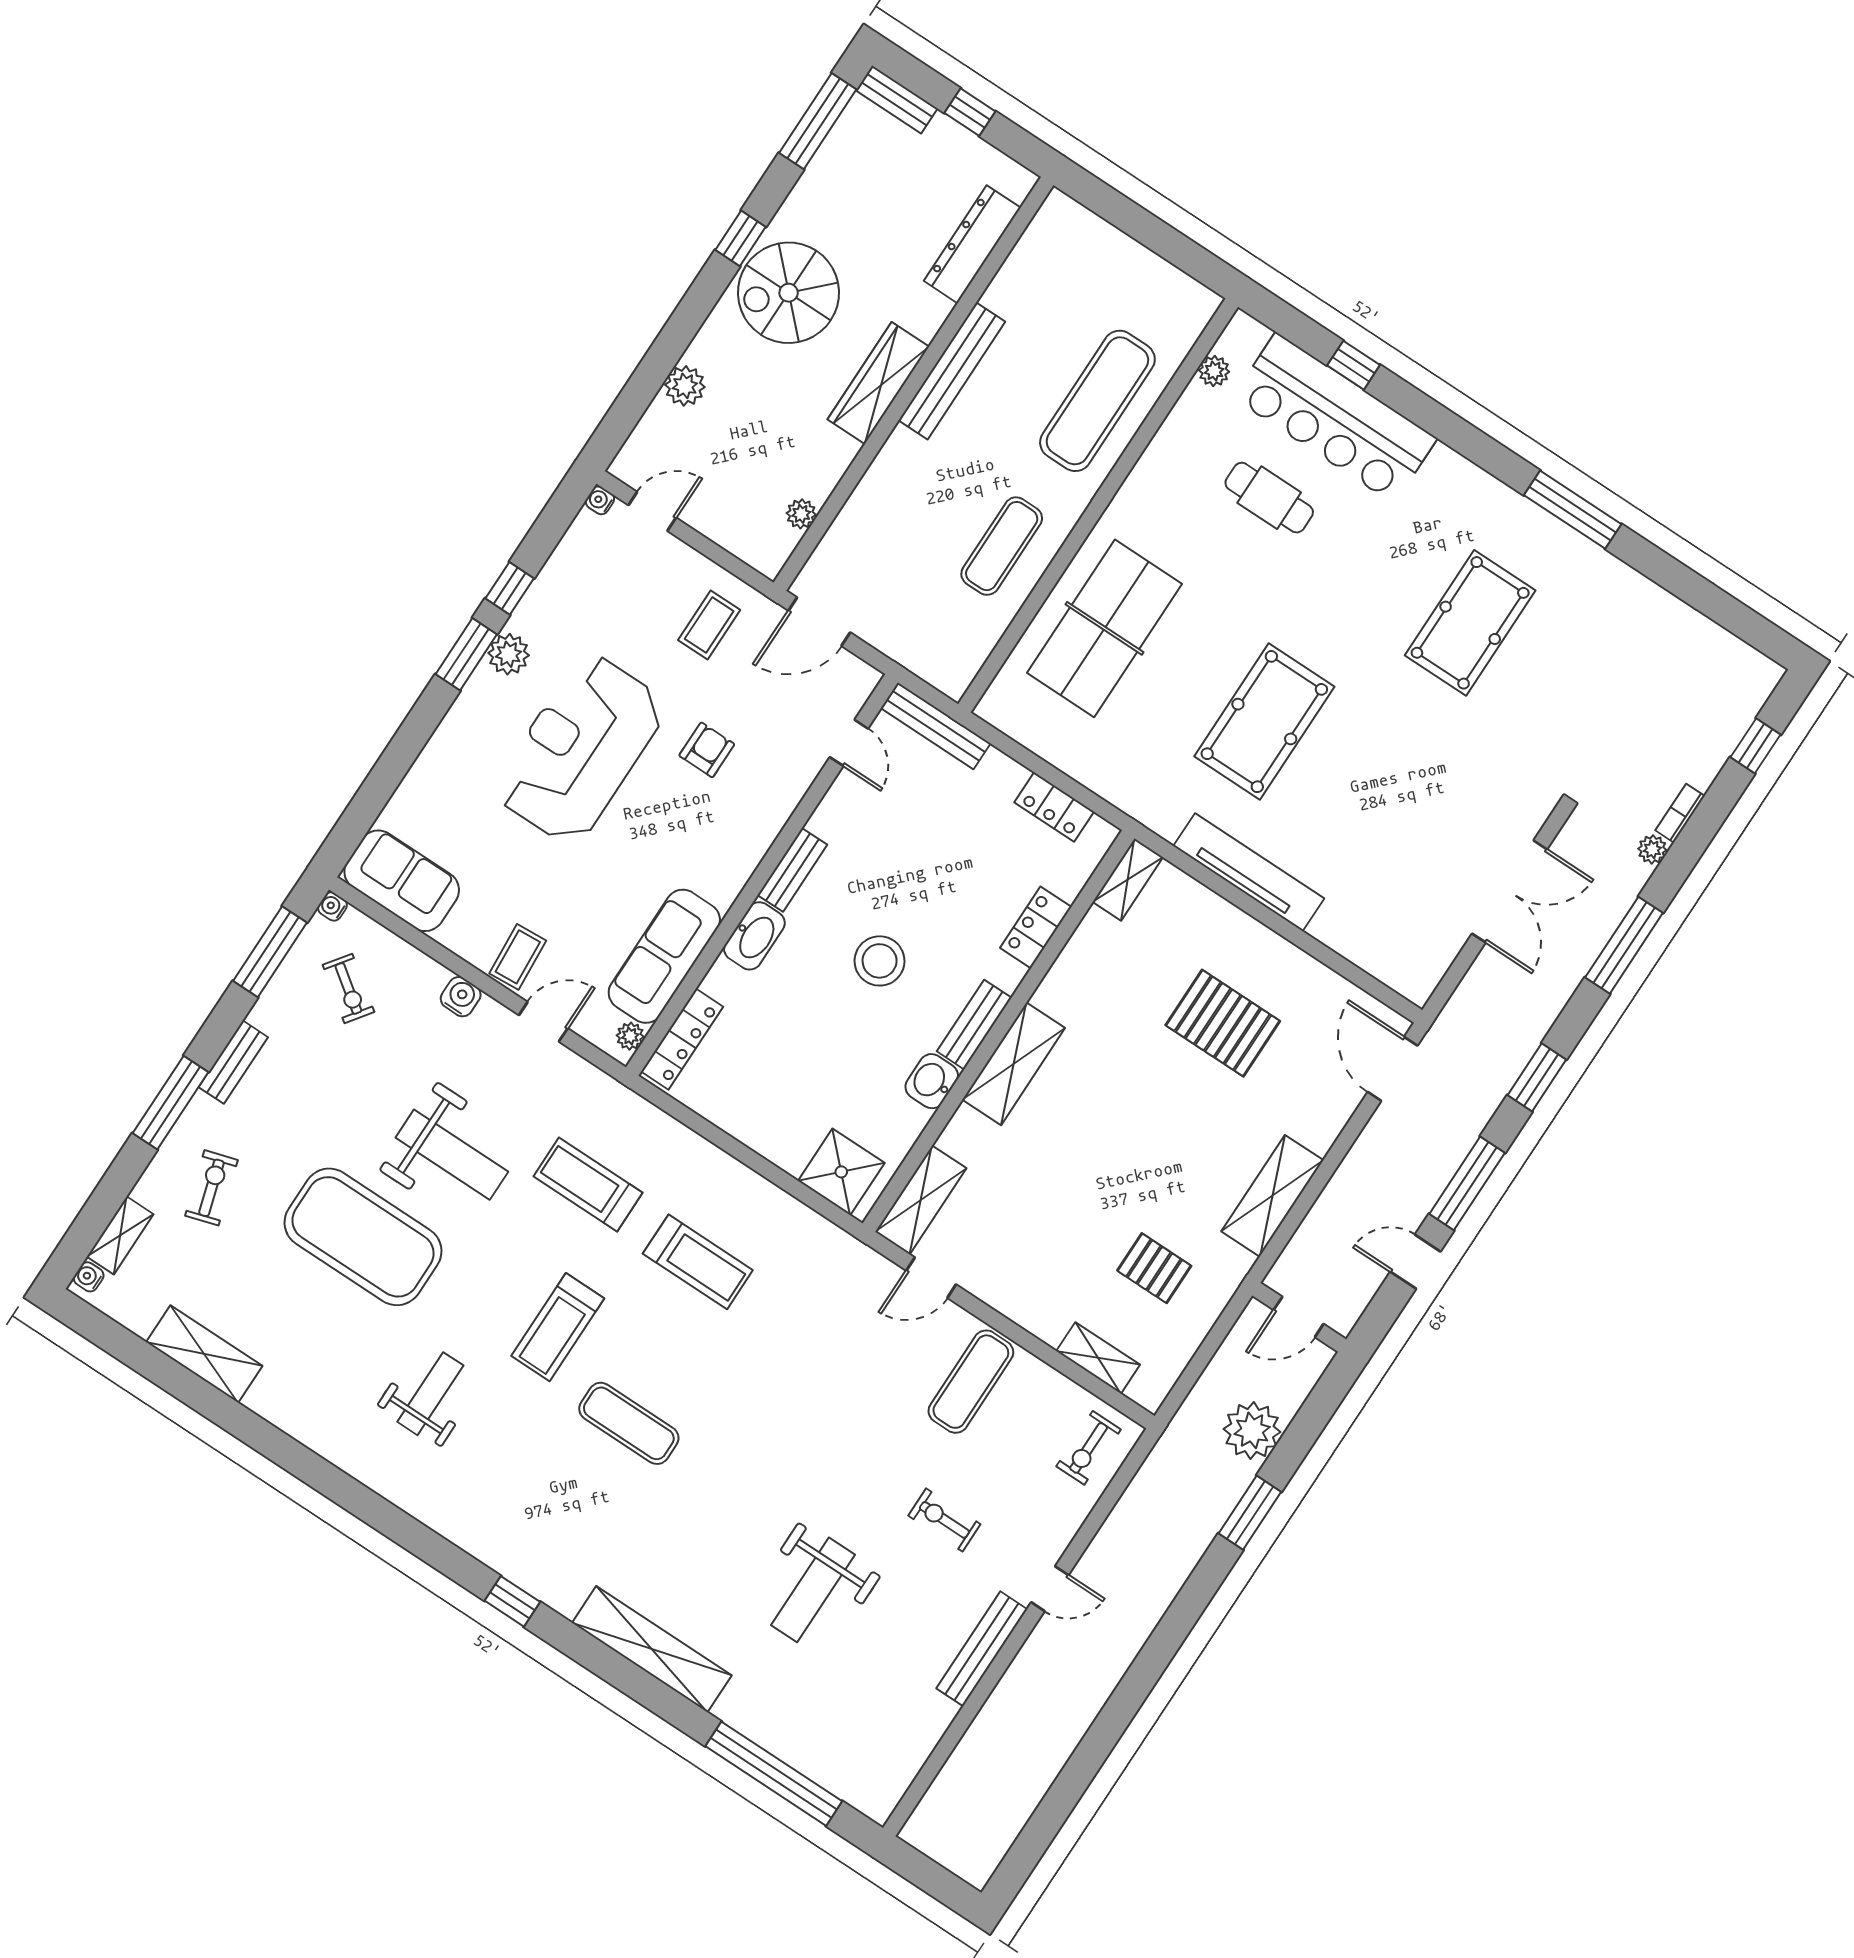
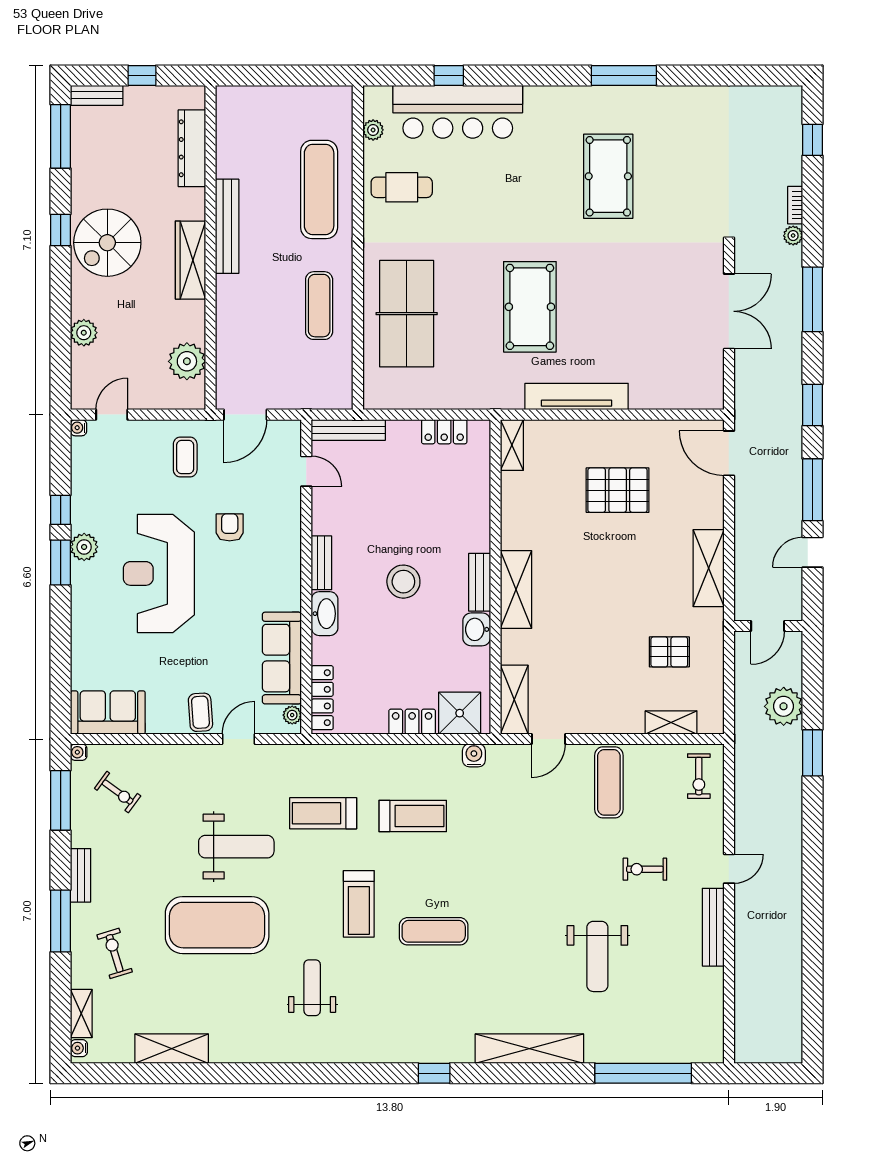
cafe table: (1269, 498) -> (402, 187), moved
plant: (801, 514) -> (187, 361), width x1.87, depth x1.87
locker: (1036, 927) -> (412, 722), moved, turned 90
water cooler: (461, 997) -> (474, 755), moved

